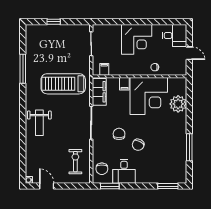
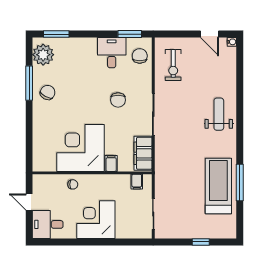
treadmill: (63, 84) -> (218, 186), moved, turned -90
plant: (178, 104) -> (43, 55), moved
chair: (138, 145) -> (48, 92), moved

